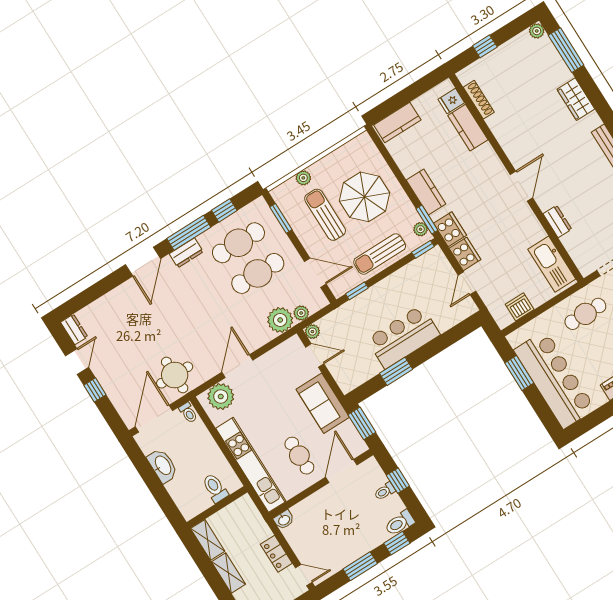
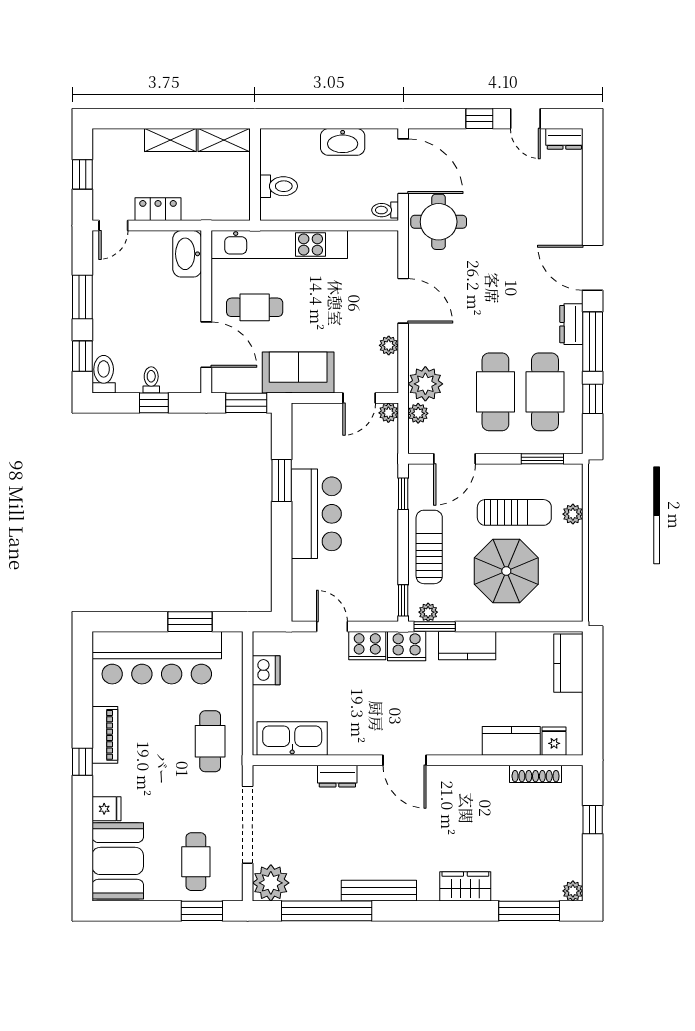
plant: (221, 396) -> (389, 345), moved, width x0.53, depth x0.53
washbasin: (284, 520) -> (187, 254), width x1.91, depth x1.45

